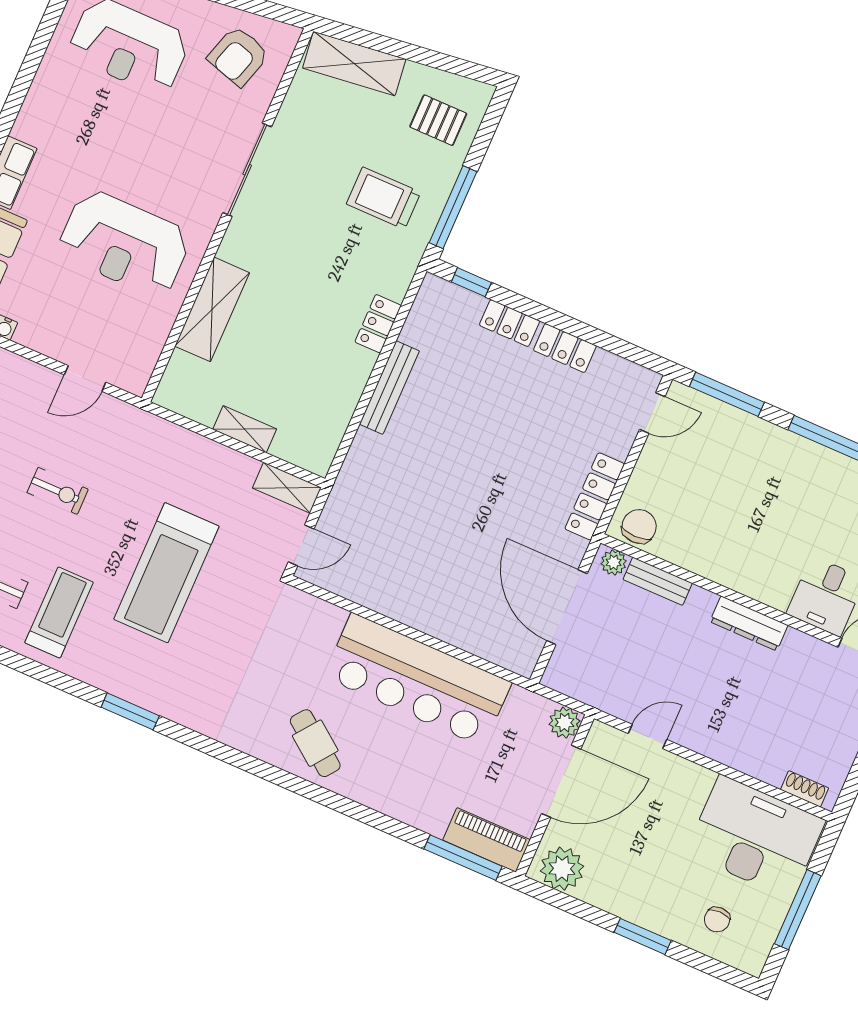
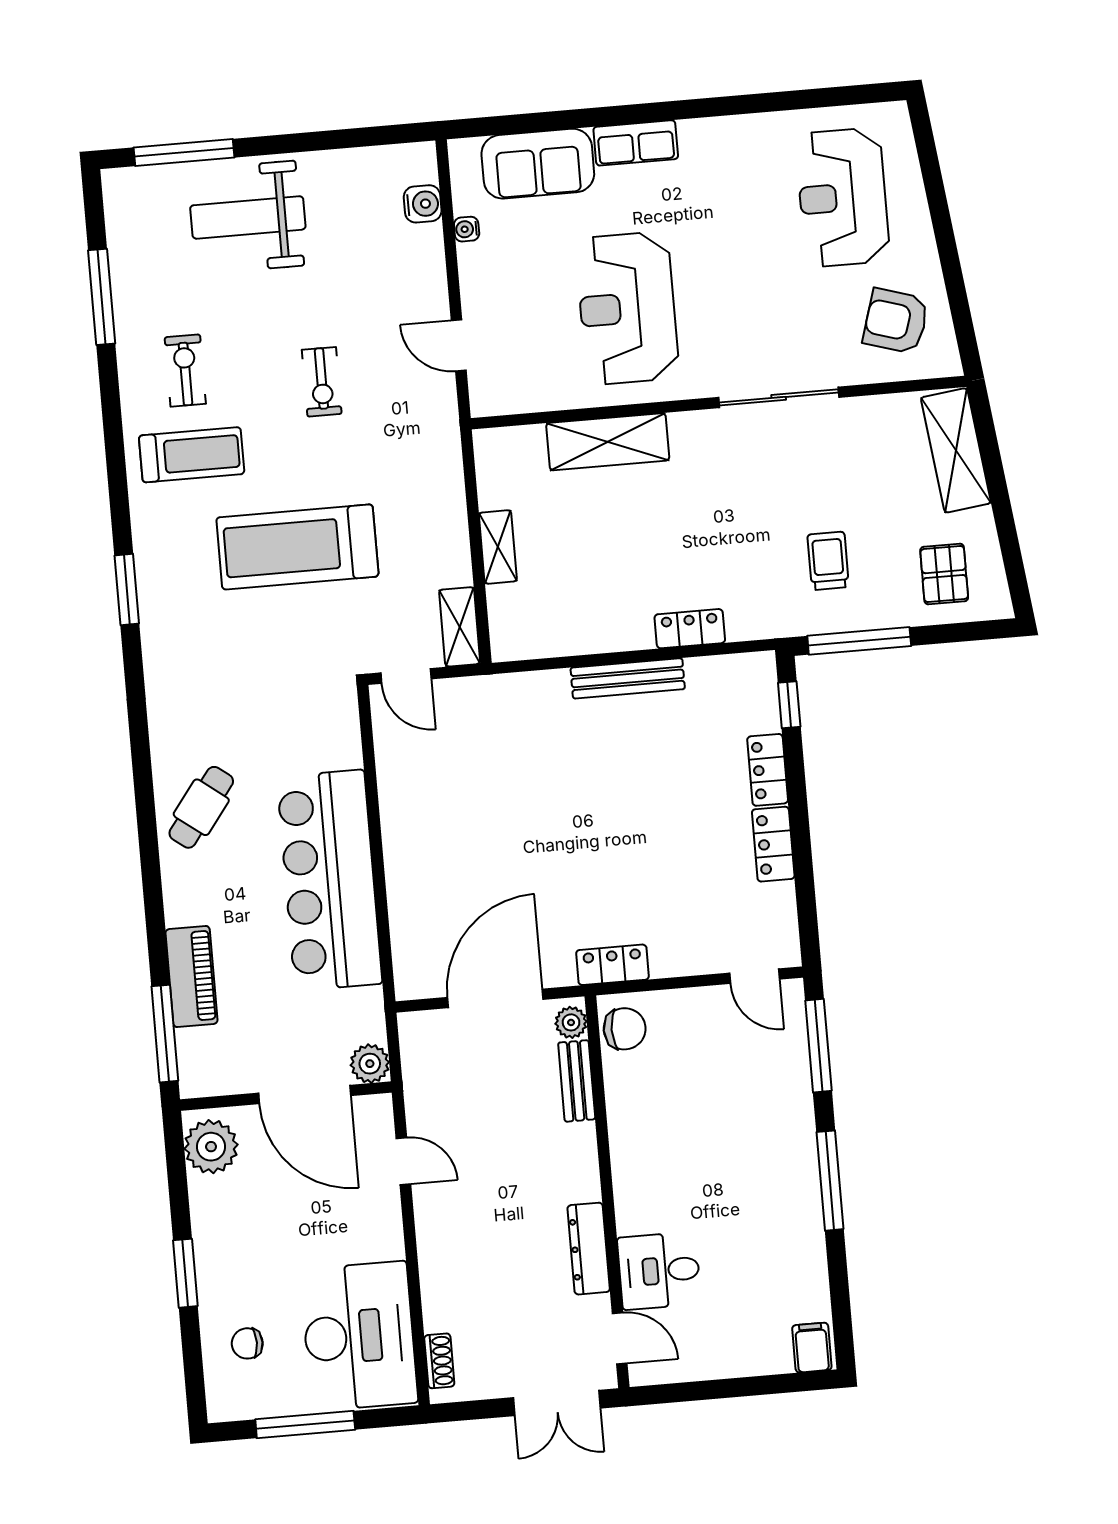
trolley: (383, 198) -> (828, 561), width x0.73, depth x0.72
locker: (595, 496) -> (612, 965), width x0.66
dresser: (749, 623) -> (589, 1249), moved
piano: (487, 840) -> (191, 977), moved

